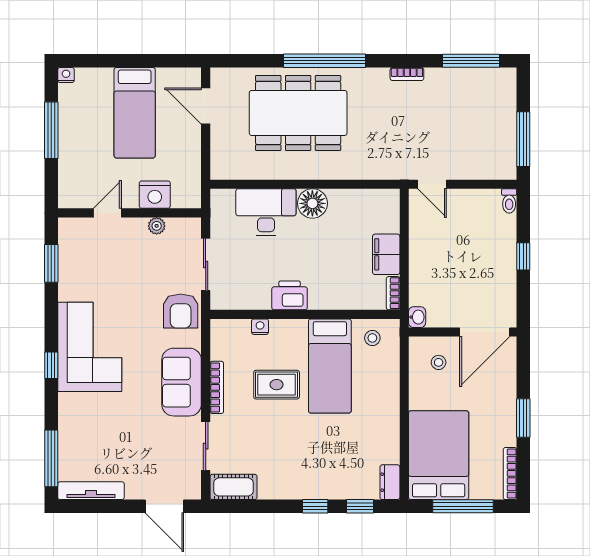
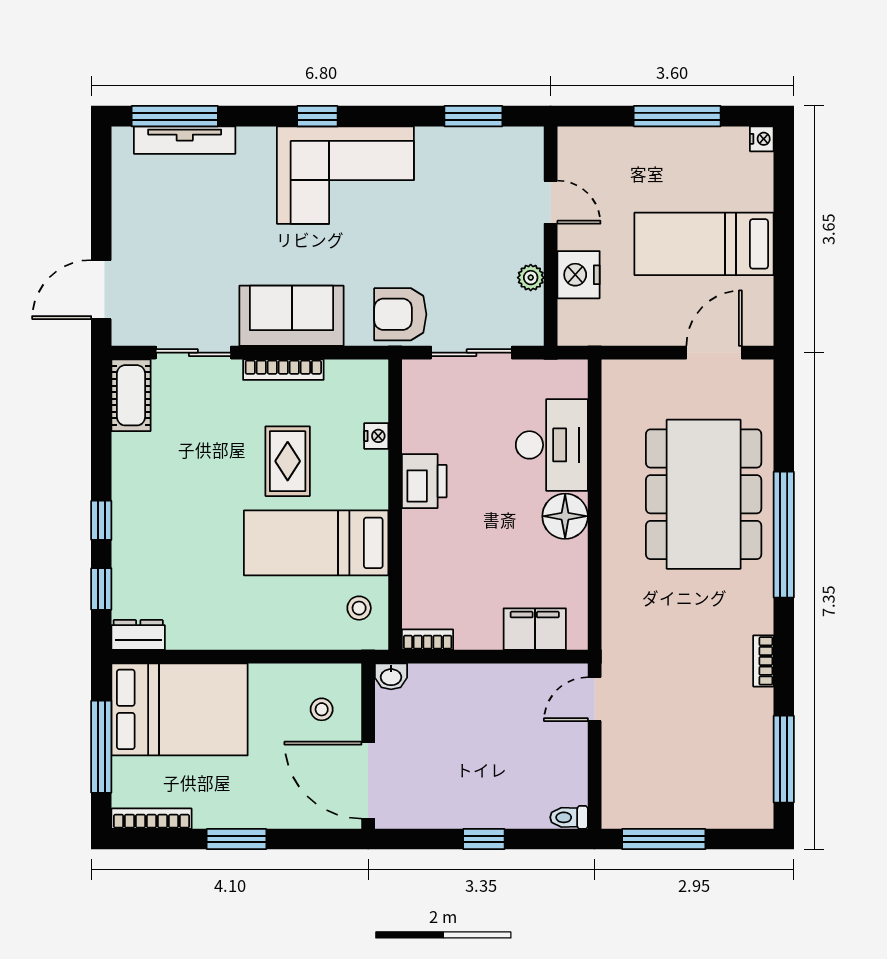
filing cabinet: (386, 254) -> (535, 629), moved
tv unit: (91, 491) -> (185, 140), moved, turned 90

